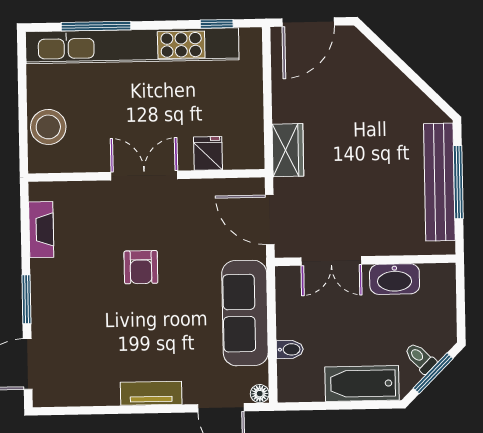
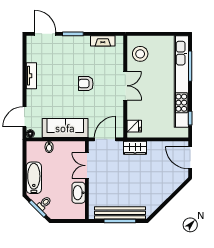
stool: (48, 127) -> (140, 54), moved
fridge: (208, 153) -> (134, 126), moved
tv unit: (151, 393) -> (31, 76), moved

